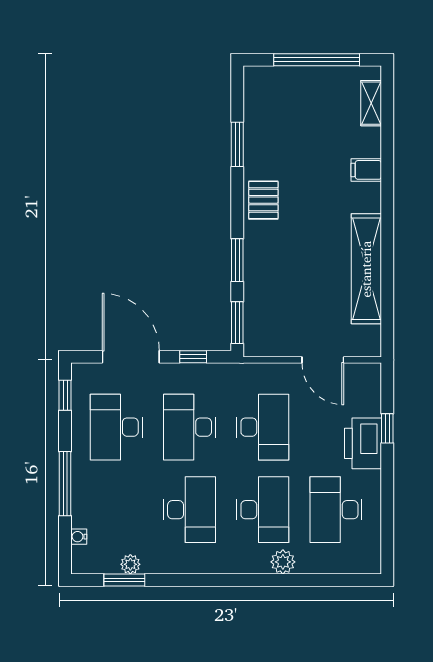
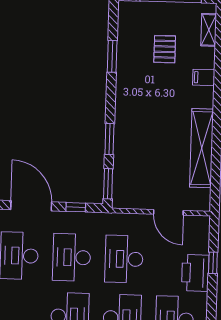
pallet: (263, 200) -> (165, 49), moved
desk: (263, 427) -> (124, 259), turned 180

